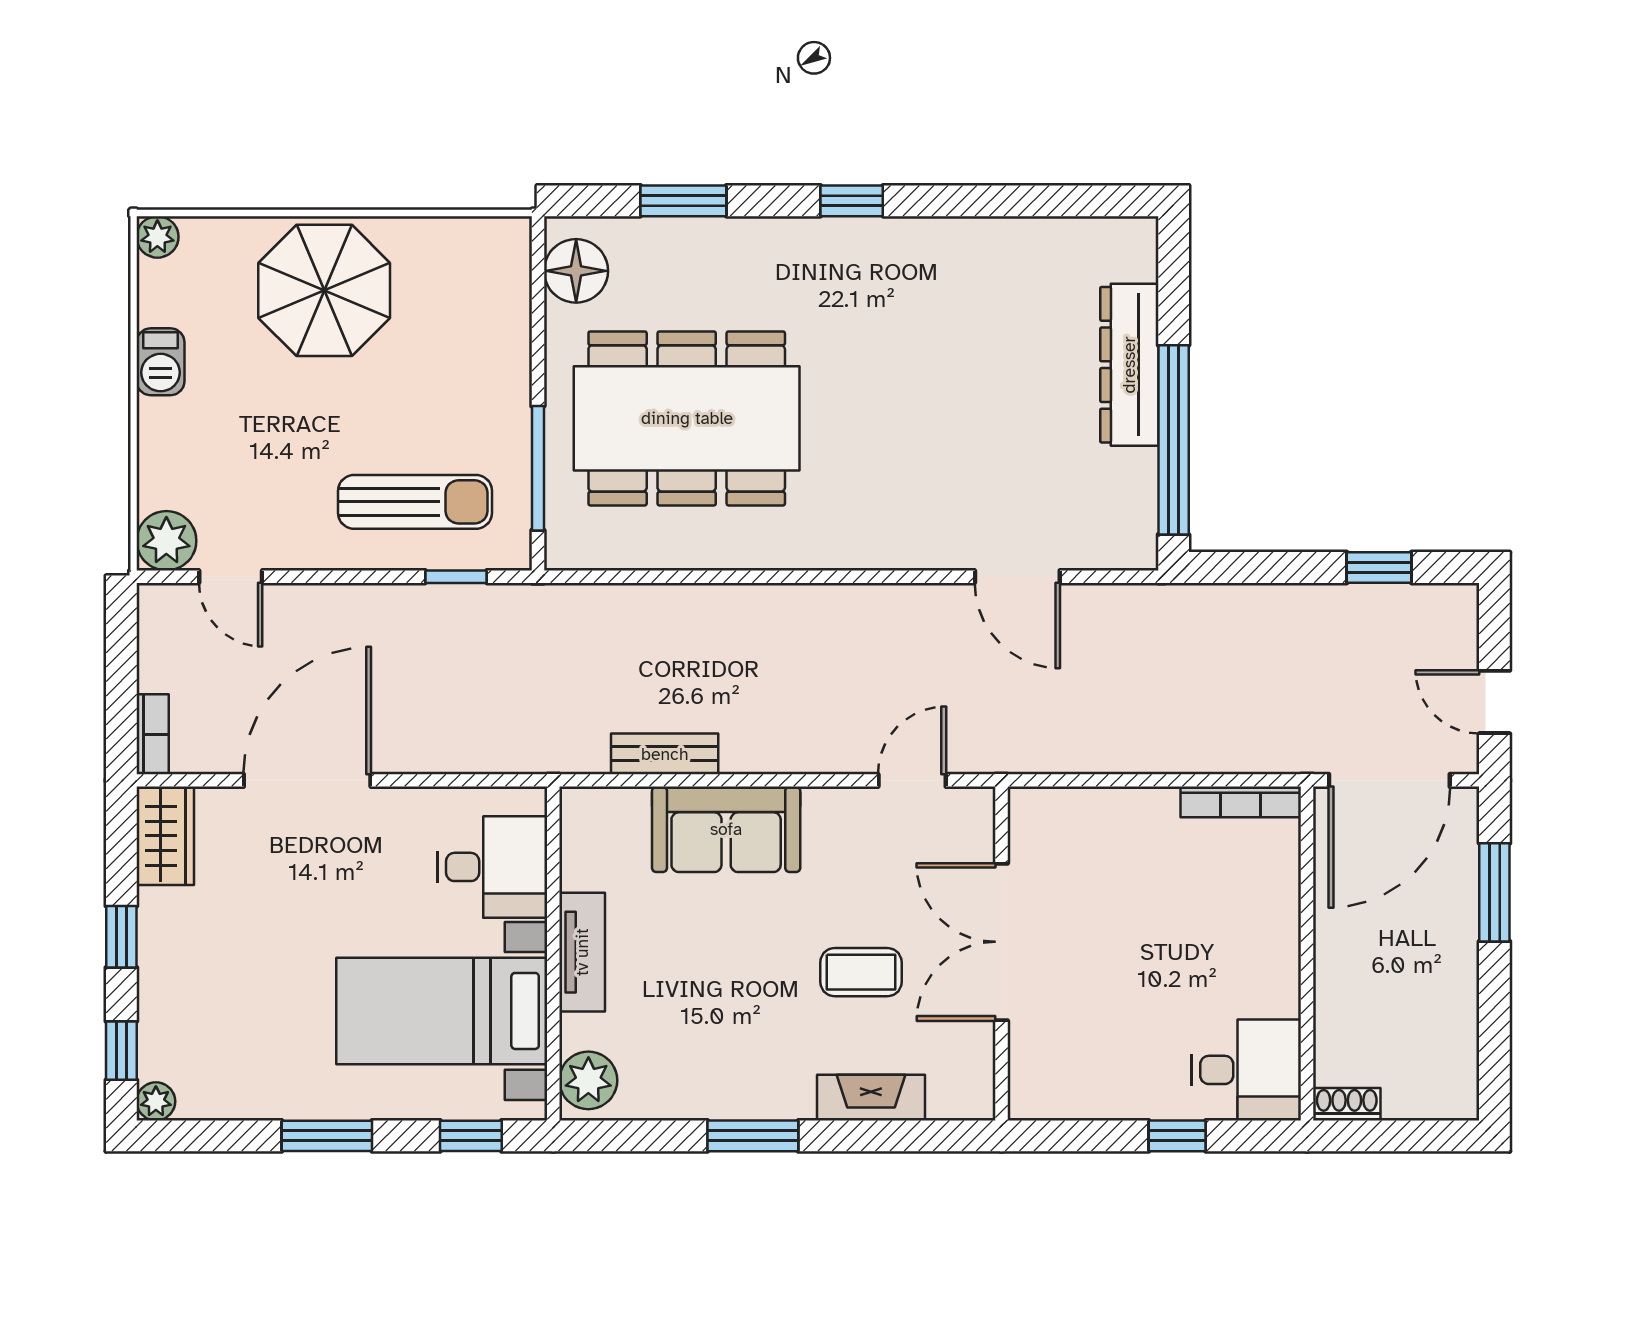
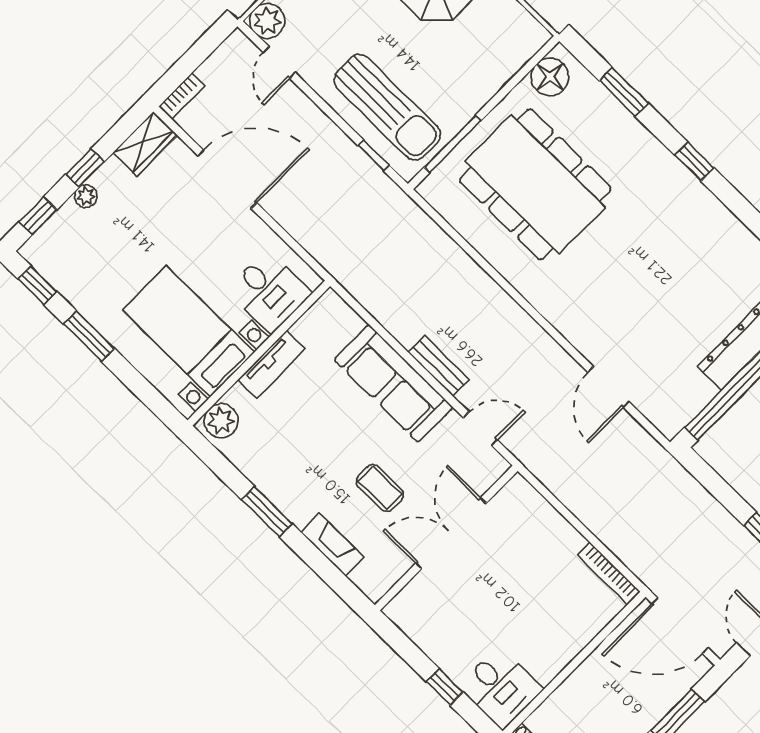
sun lounger: (415, 502) -> (387, 107), width x1.36, depth x1.34
bench: (665, 754) -> (439, 366), moved
sofa: (726, 829) -> (394, 384), width x1.36
plant: (156, 1101) -> (86, 196), moved
window: (471, 1136) -> (37, 285), moved

